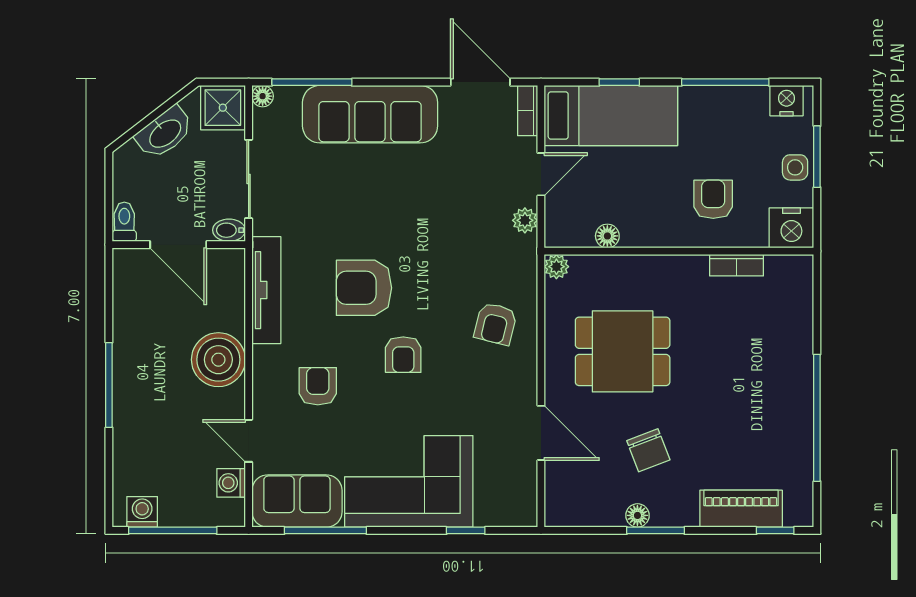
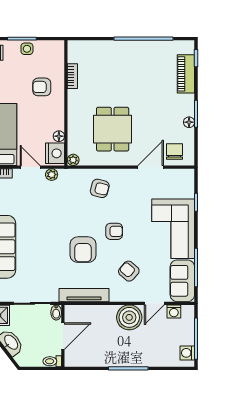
nightstand: (791, 228) -> (55, 153), moved
boiler: (218, 360) -> (129, 317), moved
armchair: (318, 386) -> (129, 271), turned 41
chair: (648, 450) -> (174, 151), moved, turned -69

